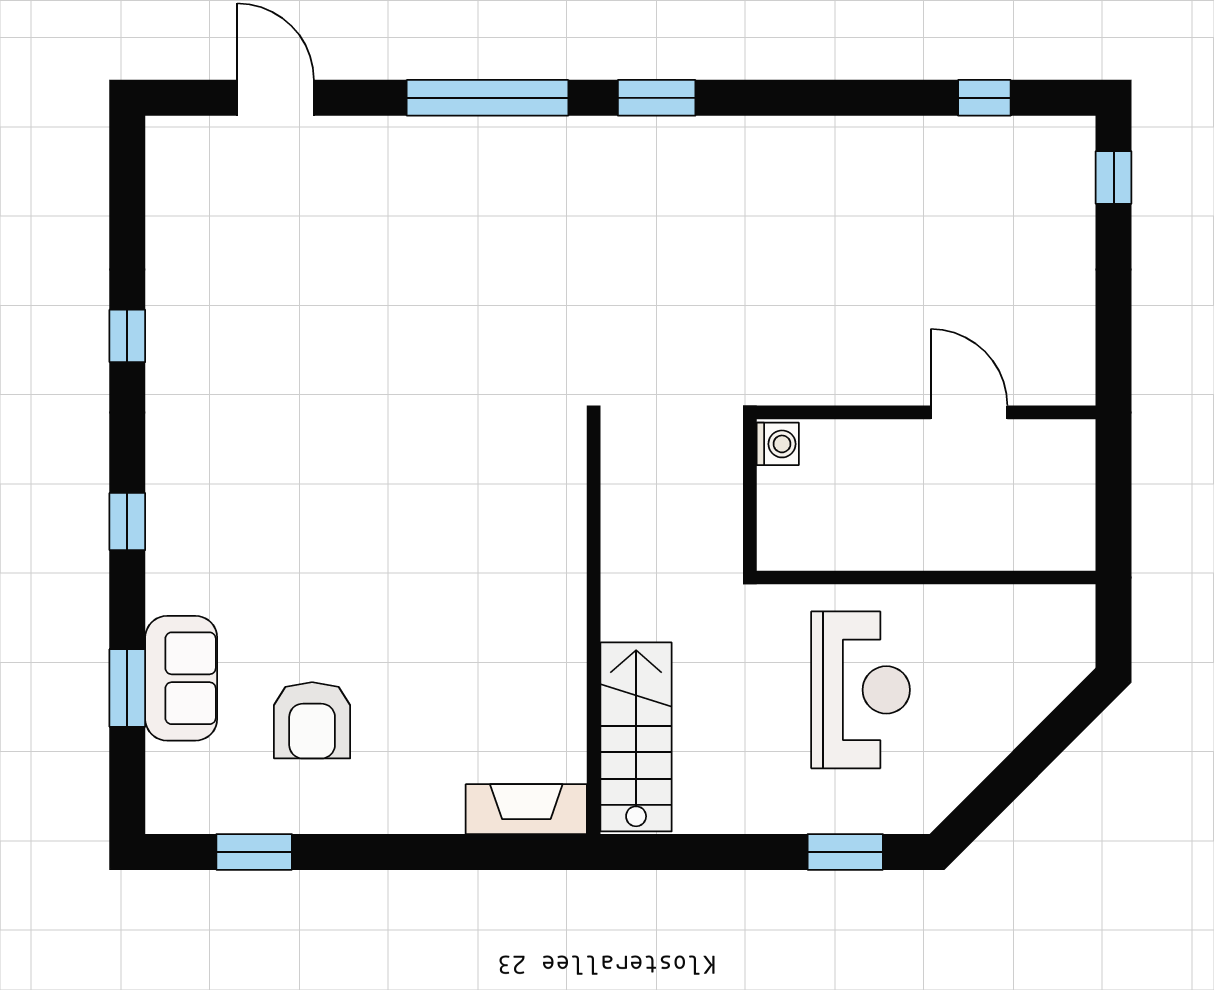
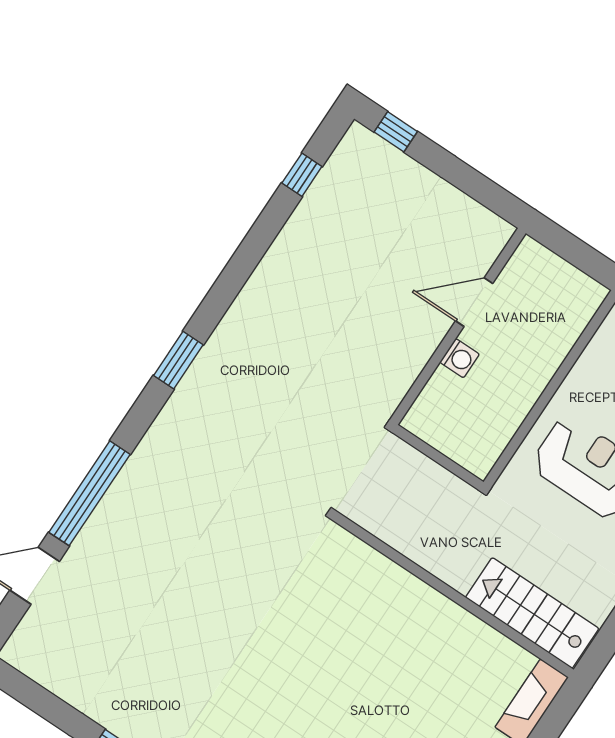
window: (487, 98) -> (90, 493), moved
washing machine: (778, 444) -> (460, 358), moved, turned 90

